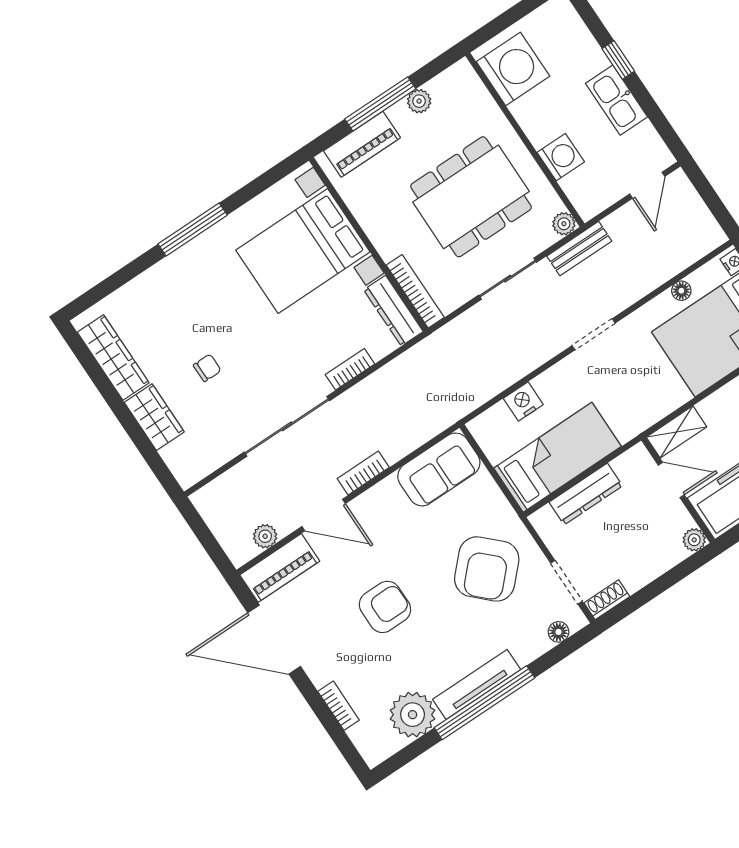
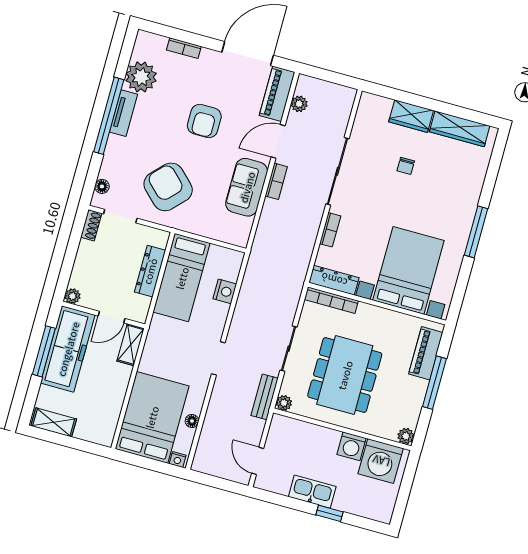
plant: (419, 101) -> (406, 436), moved
washing machine: (561, 157) -> (352, 446), moved
sofa: (439, 469) -> (247, 187), moved
tv unit: (477, 684) -> (124, 113), width x0.71

